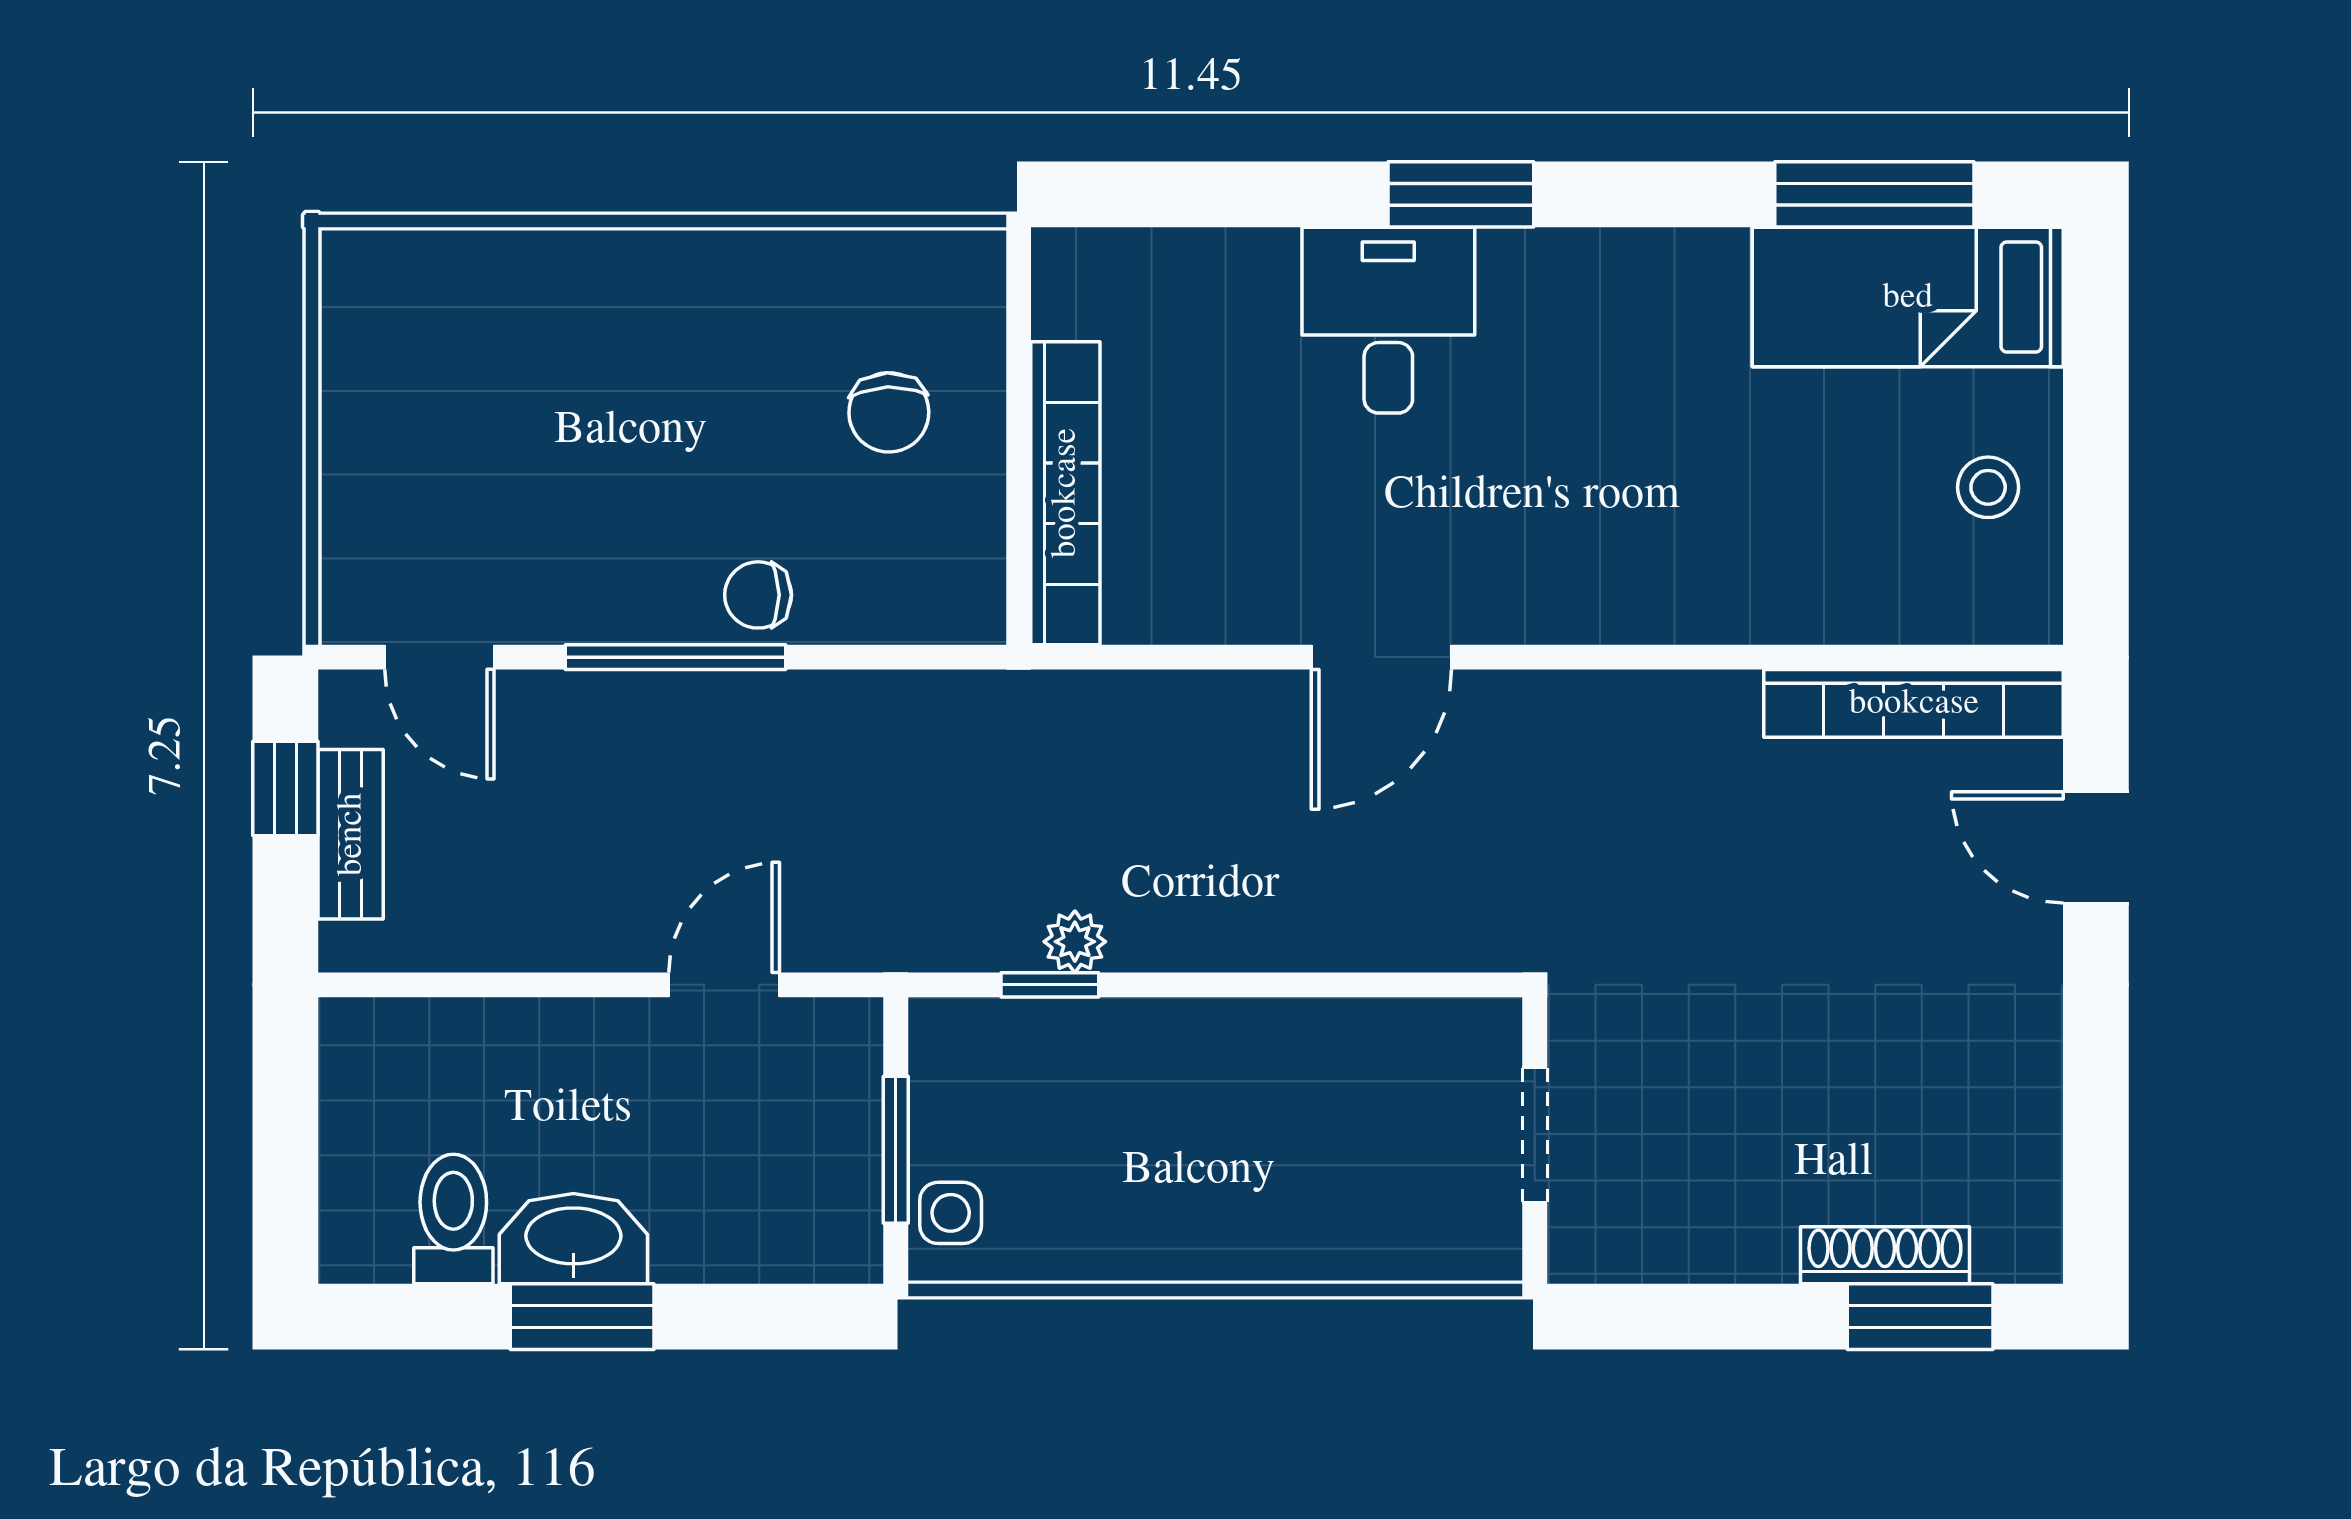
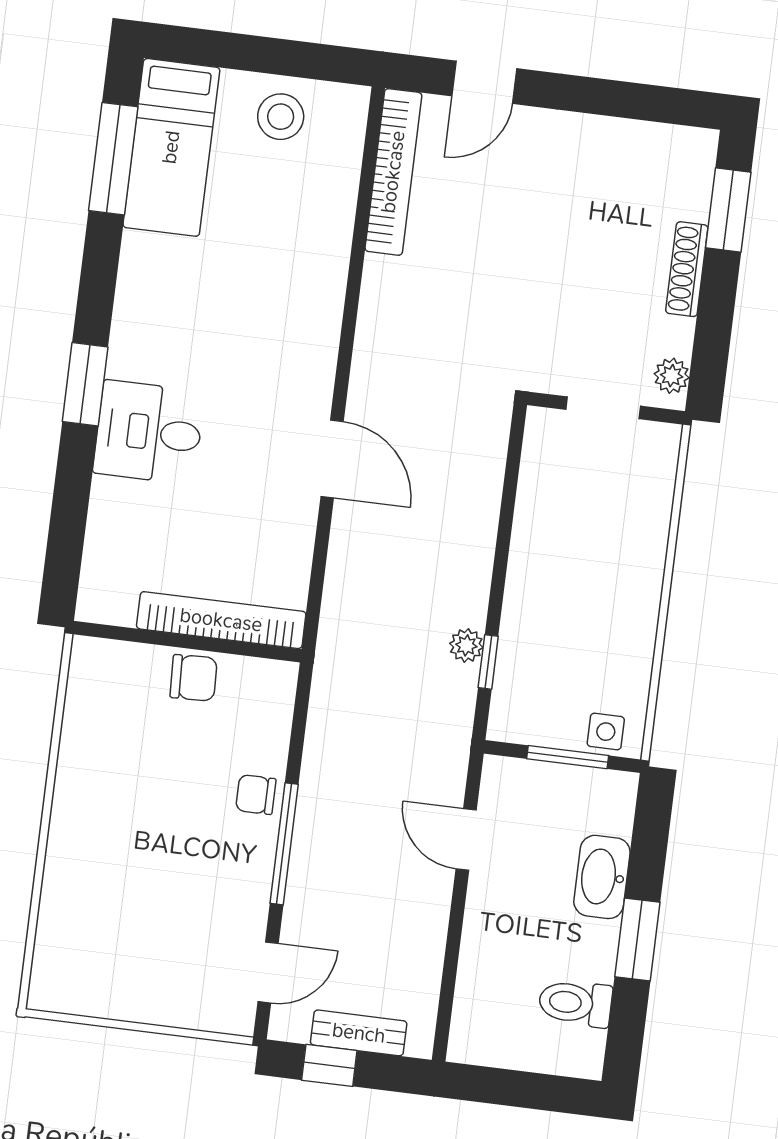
chair: (889, 412) -> (194, 678), moved
stool: (1988, 487) -> (281, 117), width x1.37, depth x1.37
chair: (758, 595) -> (256, 795), turned 90
washbasin: (573, 1239) -> (602, 877), moved
plant: (1608, 1252) -> (672, 376), added
shoe rack: (1885, 1255) -> (687, 269), moved

